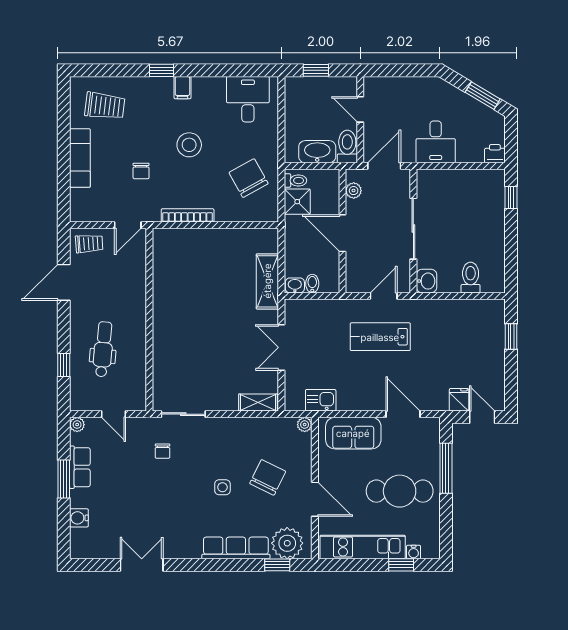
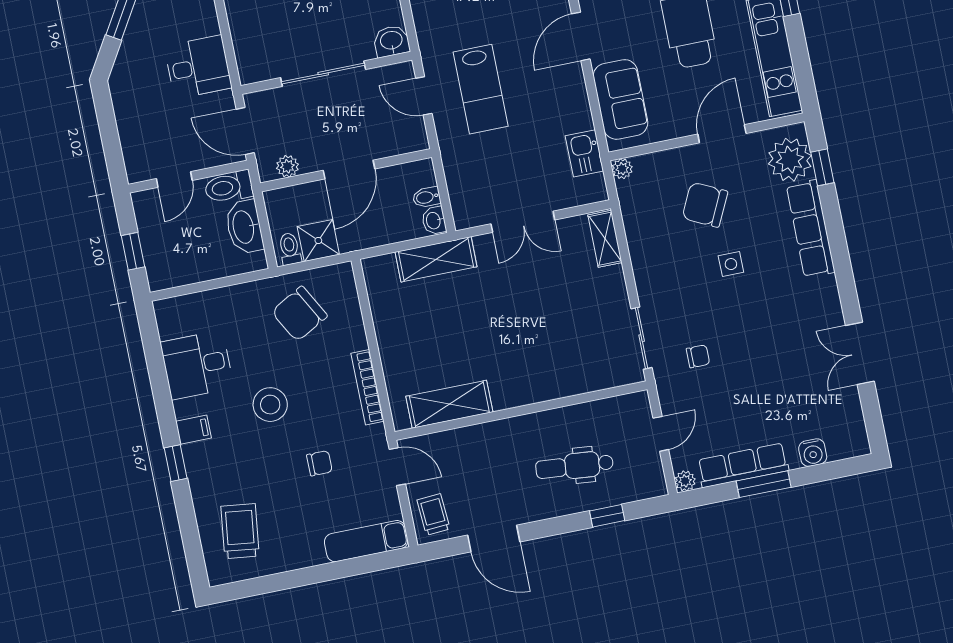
desk: (248, 99) -> (197, 365), moved
exam couch: (80, 158) -> (366, 541), moved
shelving: (164, 270) -> (449, 404), added
row of seats: (80, 467) -> (743, 465), width x1.48

